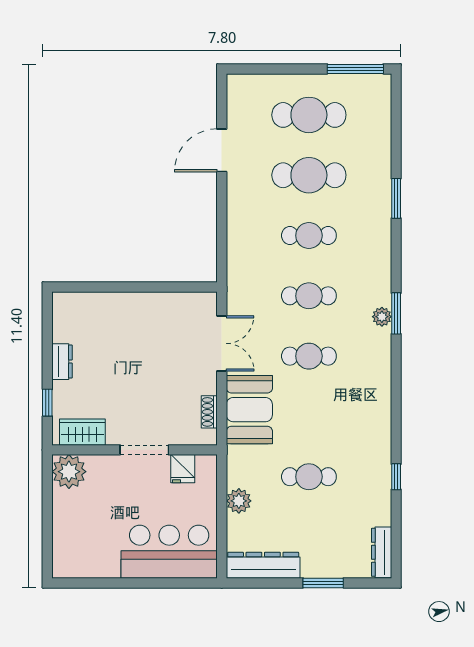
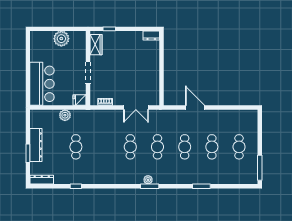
cafe table: (309, 115) -> (239, 147), width x0.73, depth x0.74
door: (222, 150) -> (195, 108), moved
cafe table: (309, 175) -> (212, 147), width x0.73, depth x0.74
dresser: (62, 362) -> (151, 35), moved
booth: (249, 410) -> (106, 120), removed
fridge: (183, 469) -> (79, 100), moved
plant: (69, 472) -> (61, 39), moved
dresser: (263, 565) -> (36, 145), moved

